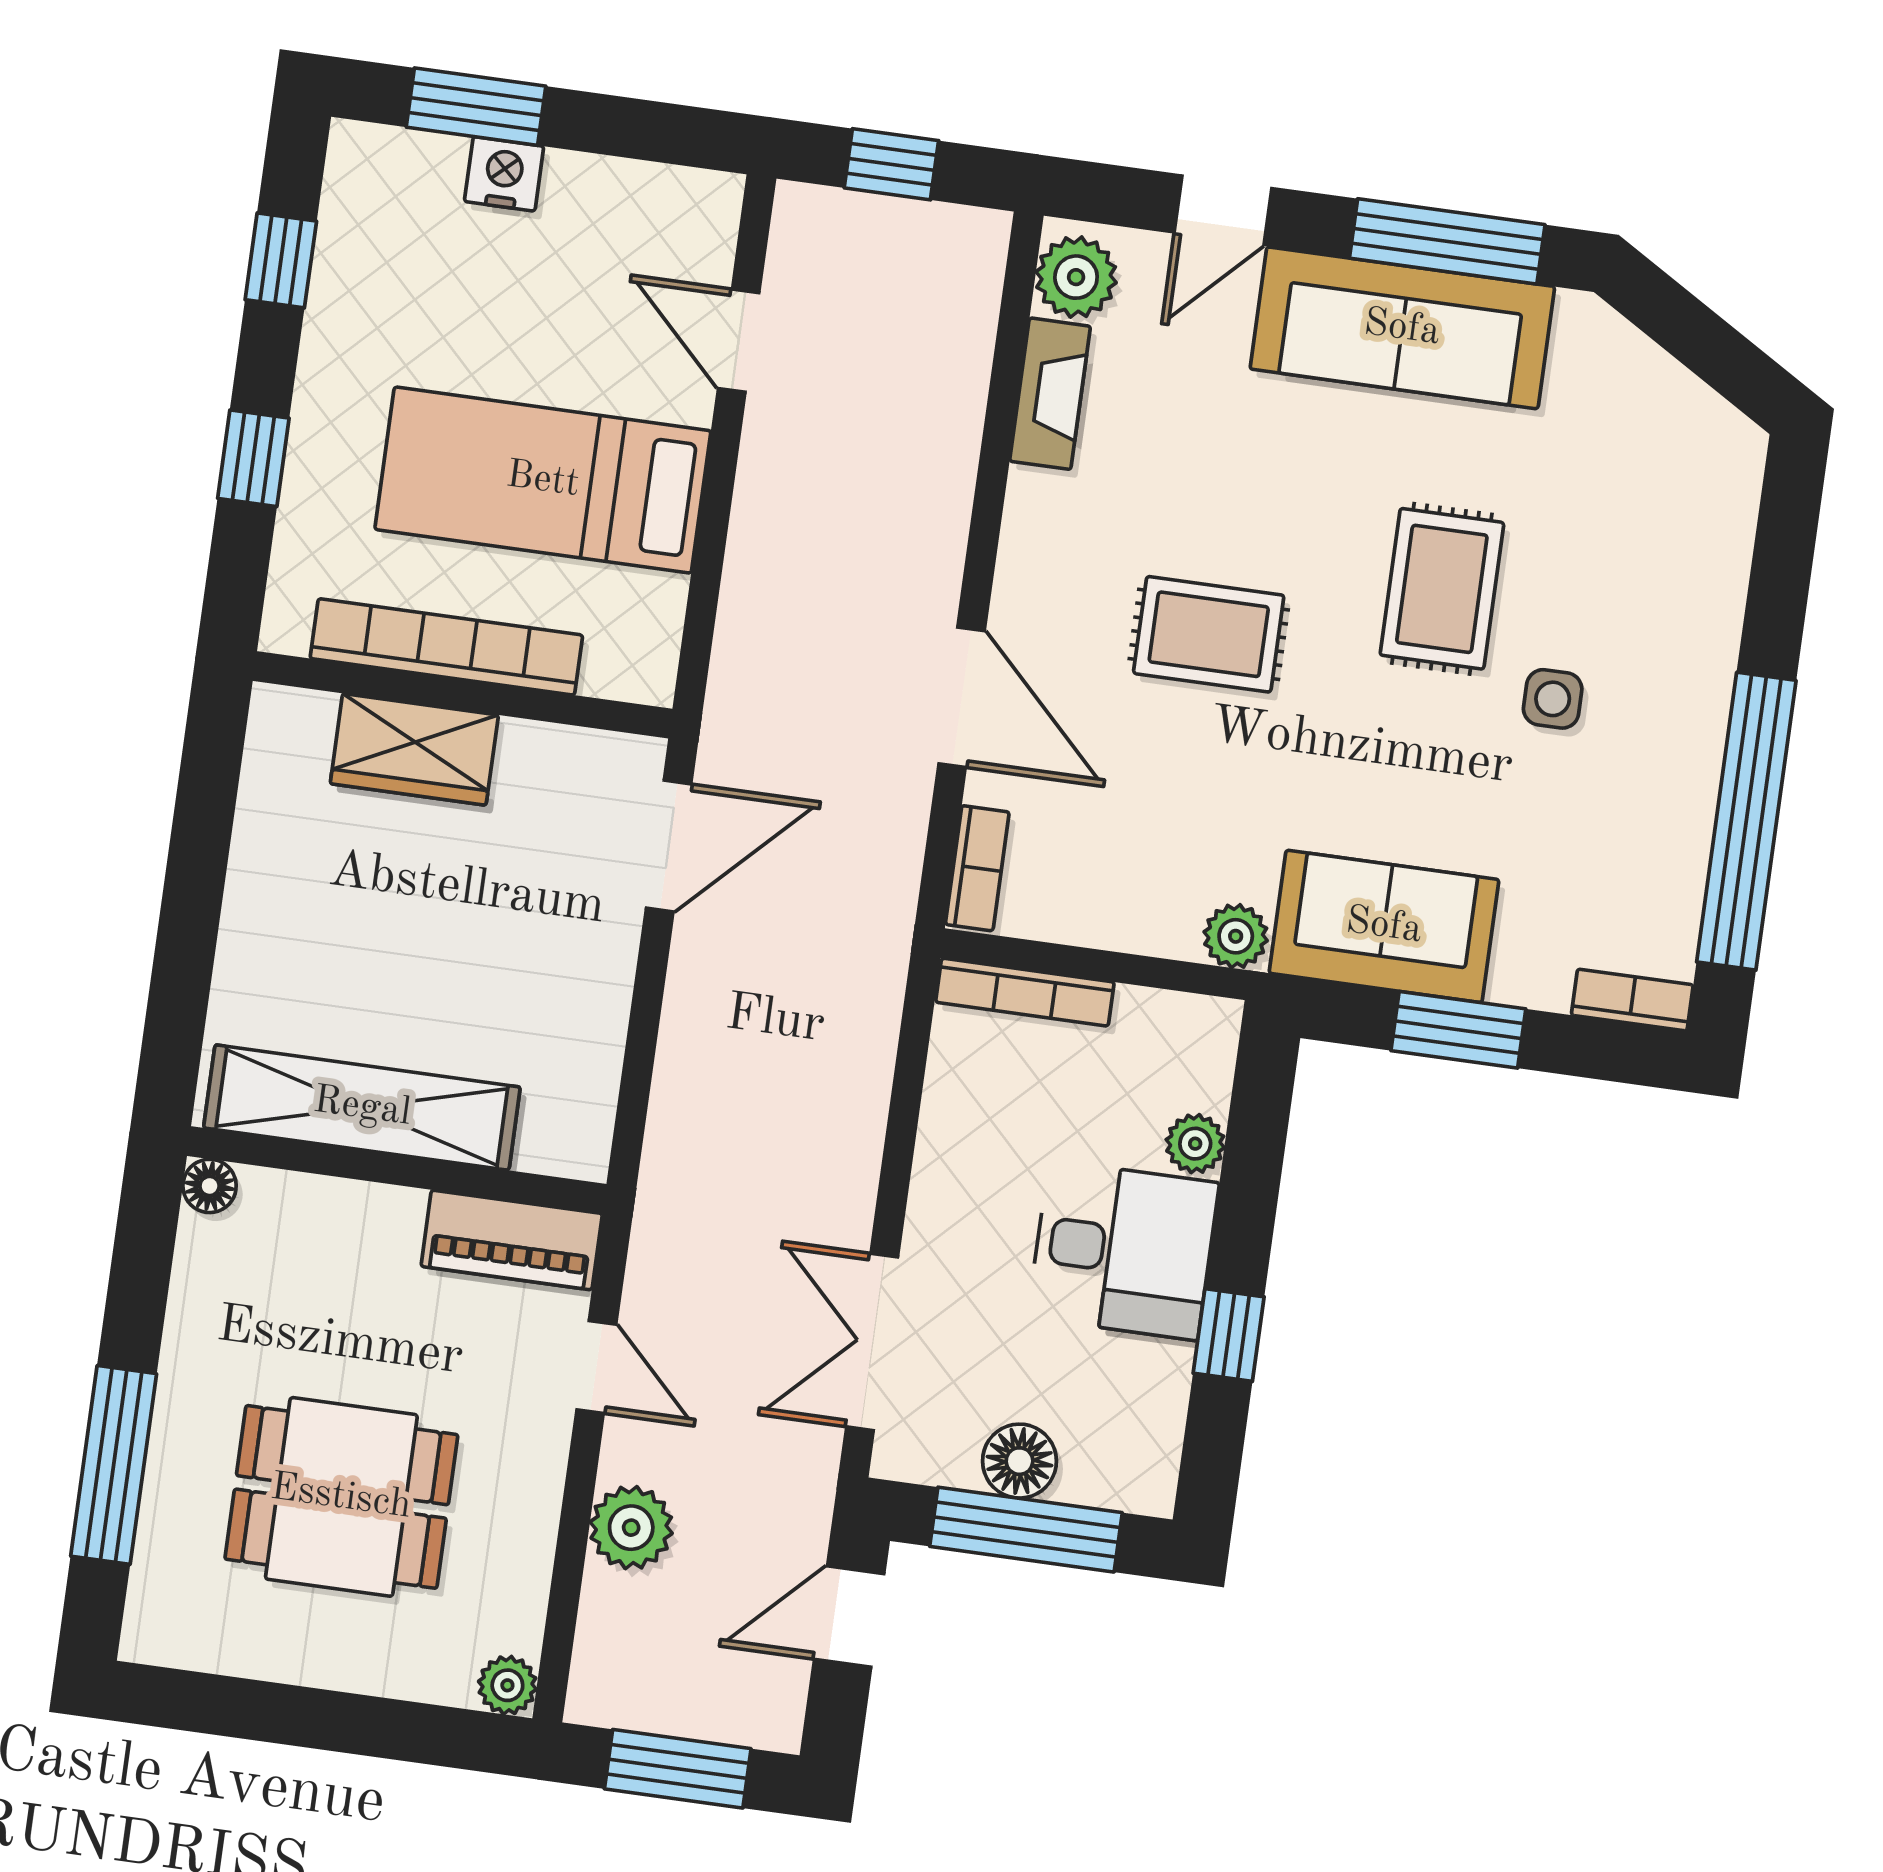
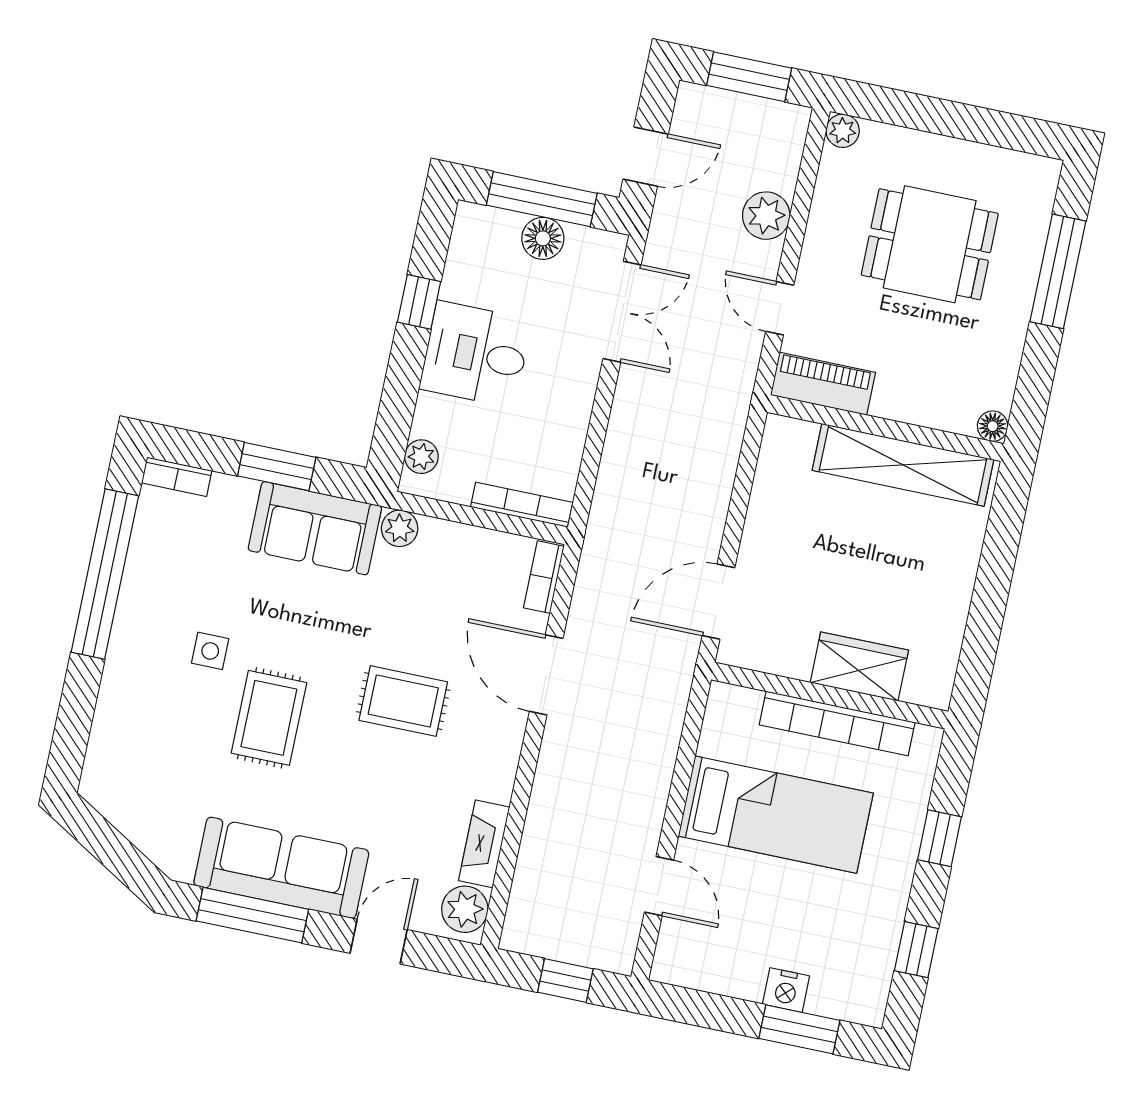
plant: (1195, 1144) -> (421, 457), moved

